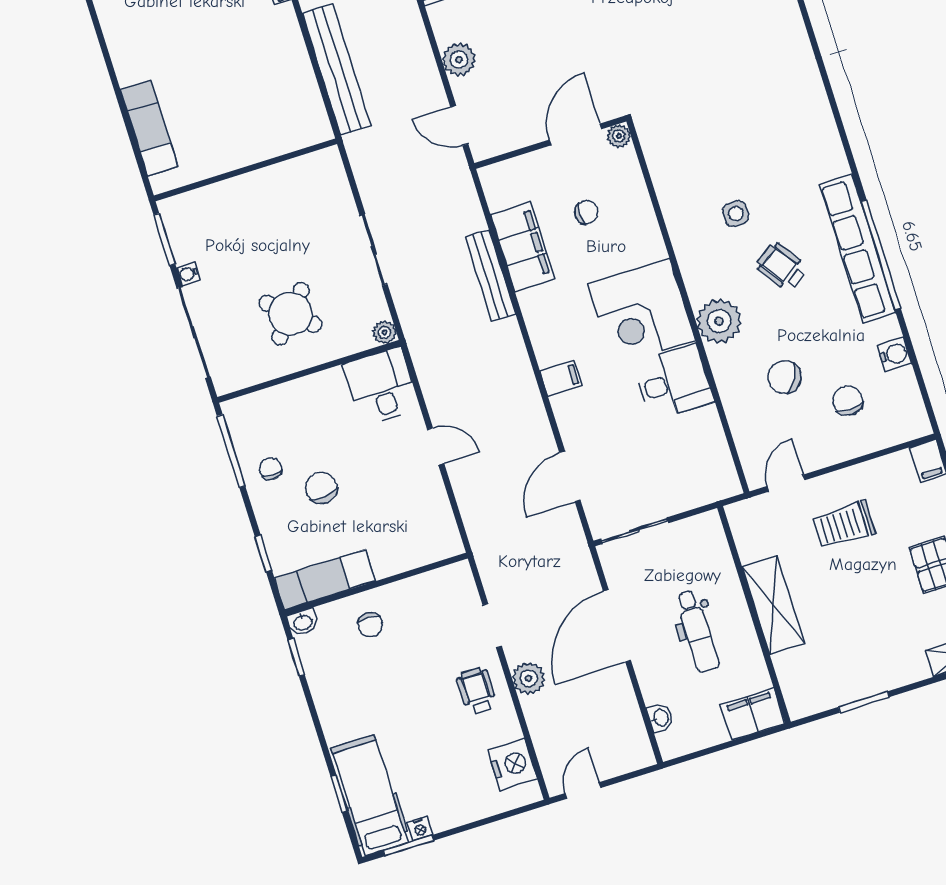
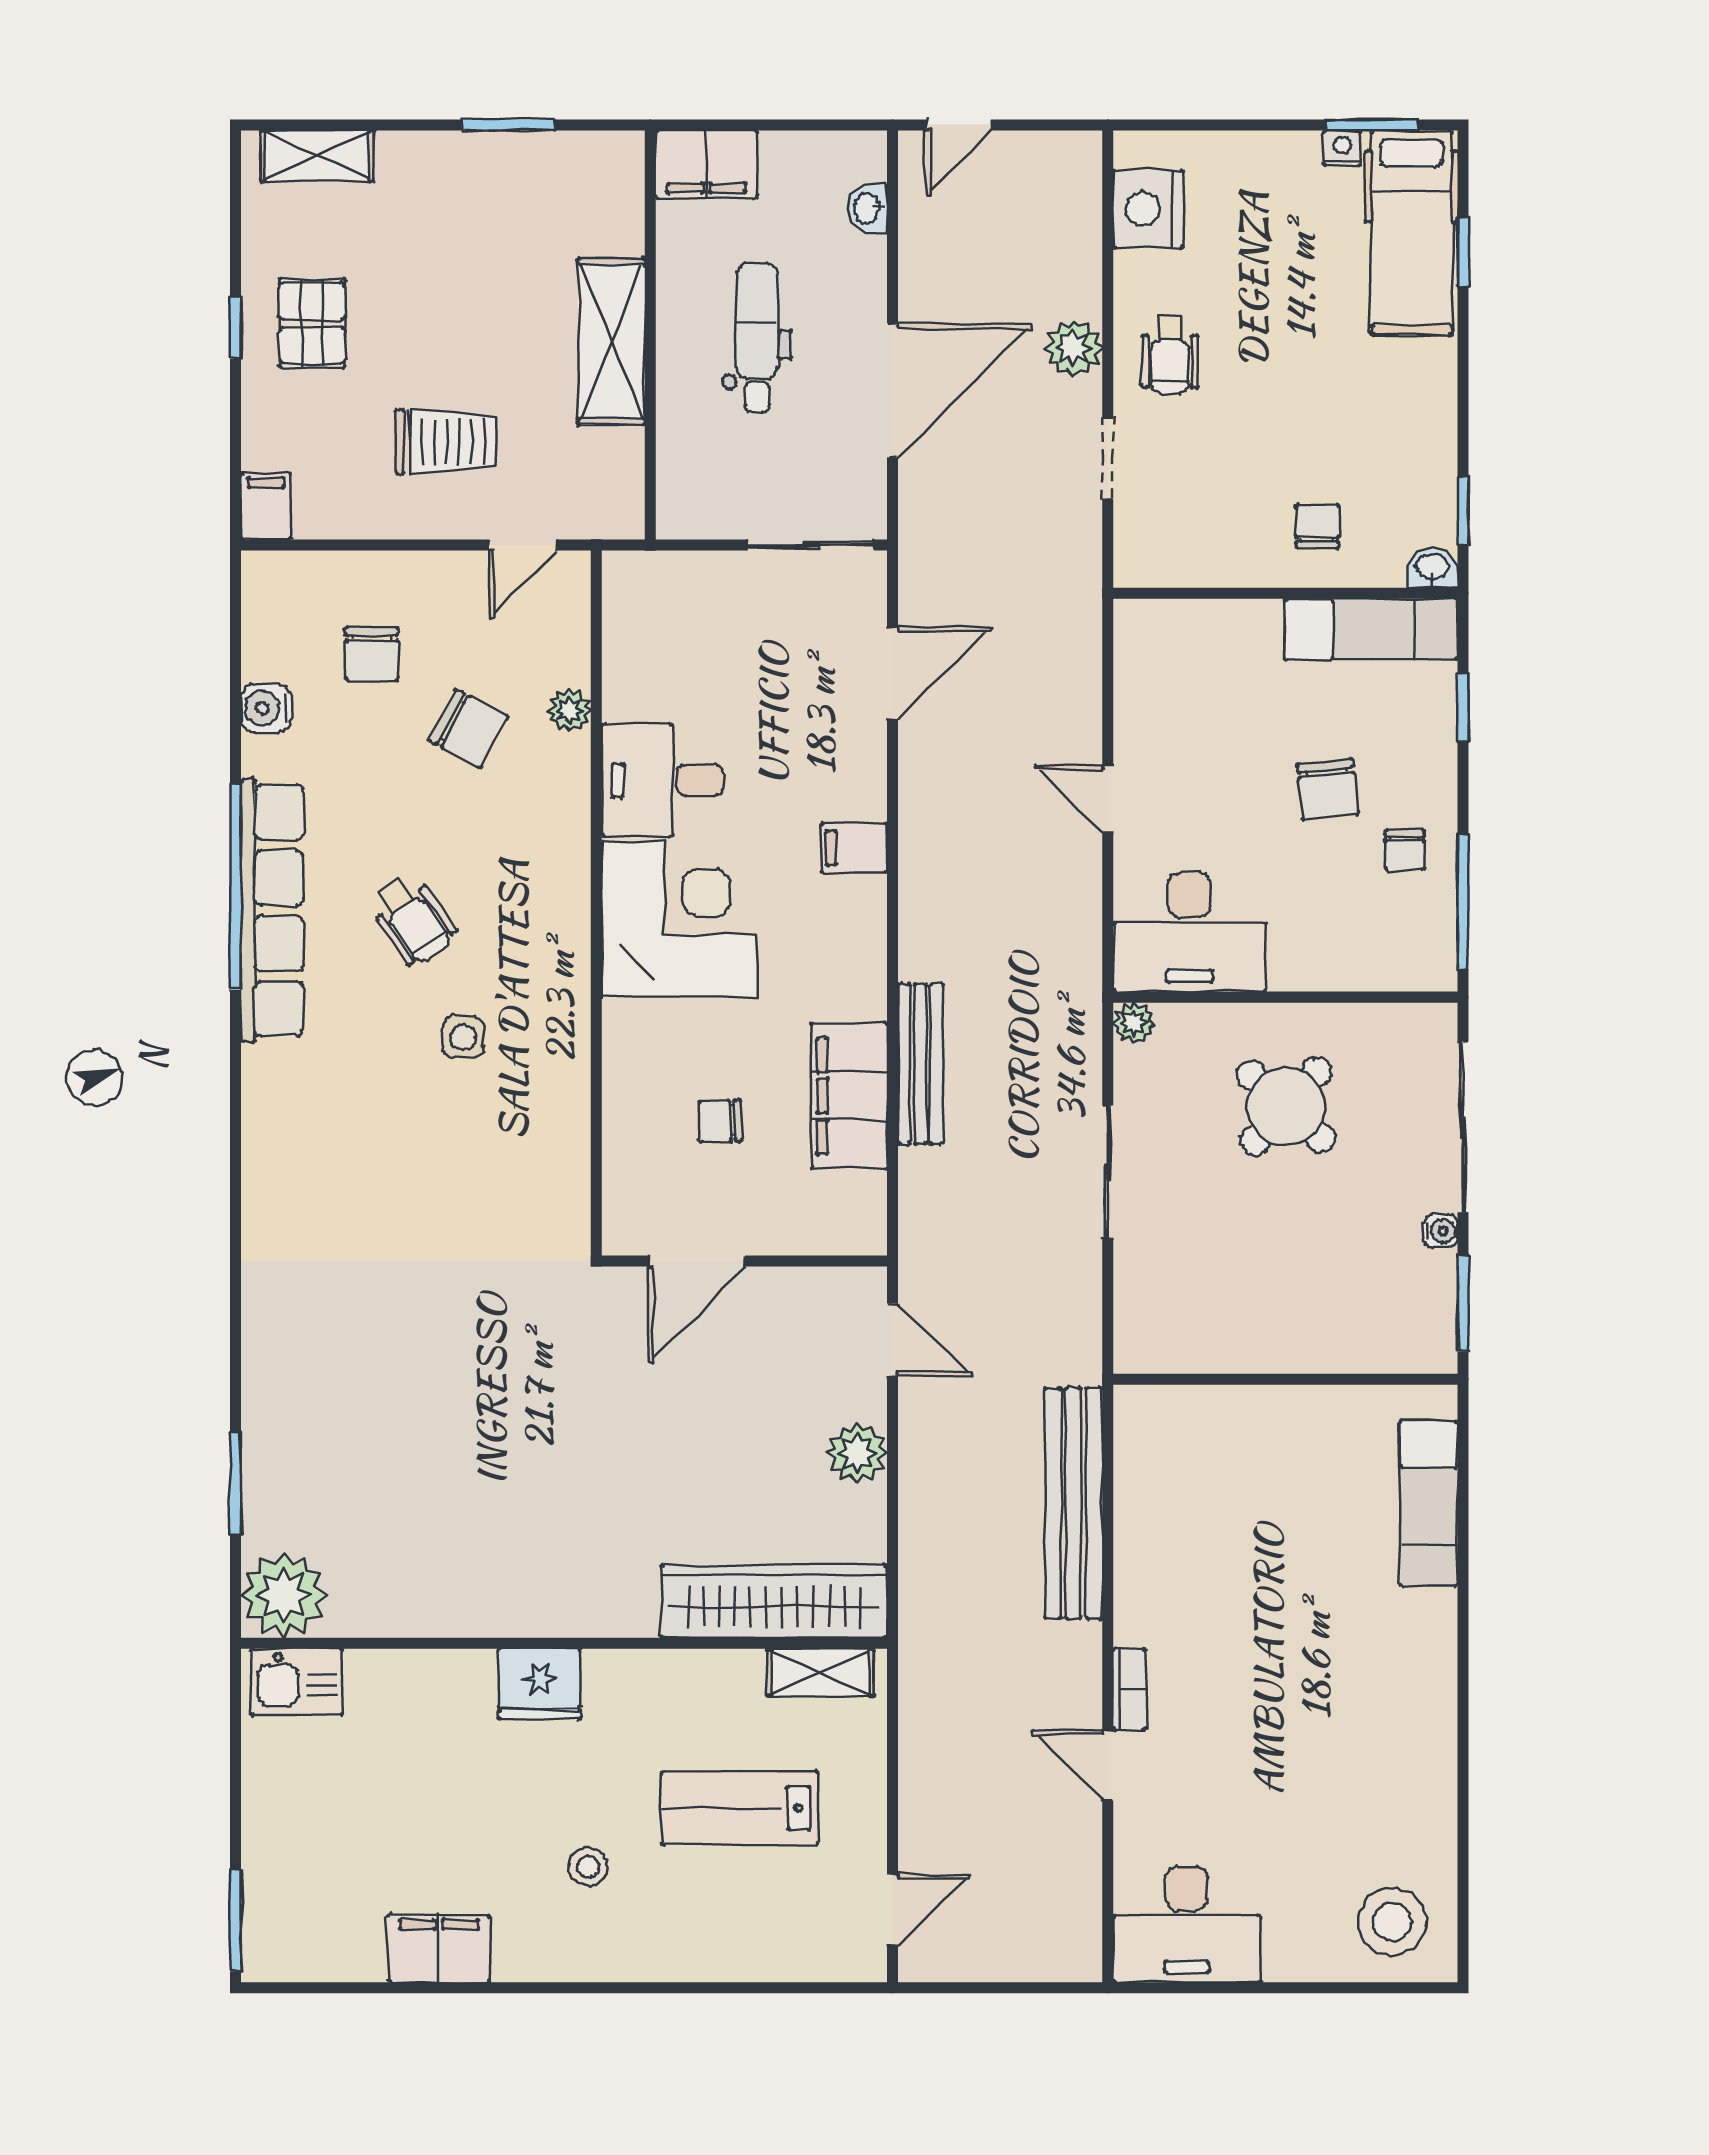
plant: (619, 136) -> (623, 1235), removed
plant: (719, 321) -> (569, 711), moved, width x0.53, depth x0.53
desk: (381, 386) -> (1189, 932), width x1.37
door: (583, 791) -> (959, 125), moved

